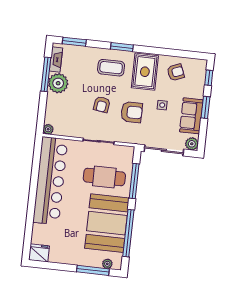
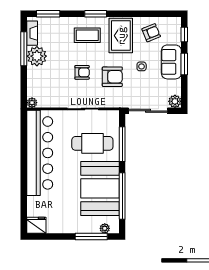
armchair: (102, 104) -> (82, 72), turned -98
sofa: (191, 116) -> (171, 62), moved

